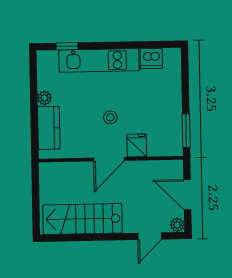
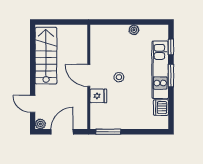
window: (107, 45) -> (171, 76), added
kitchen counter: (49, 128) -> (112, 32), removed

